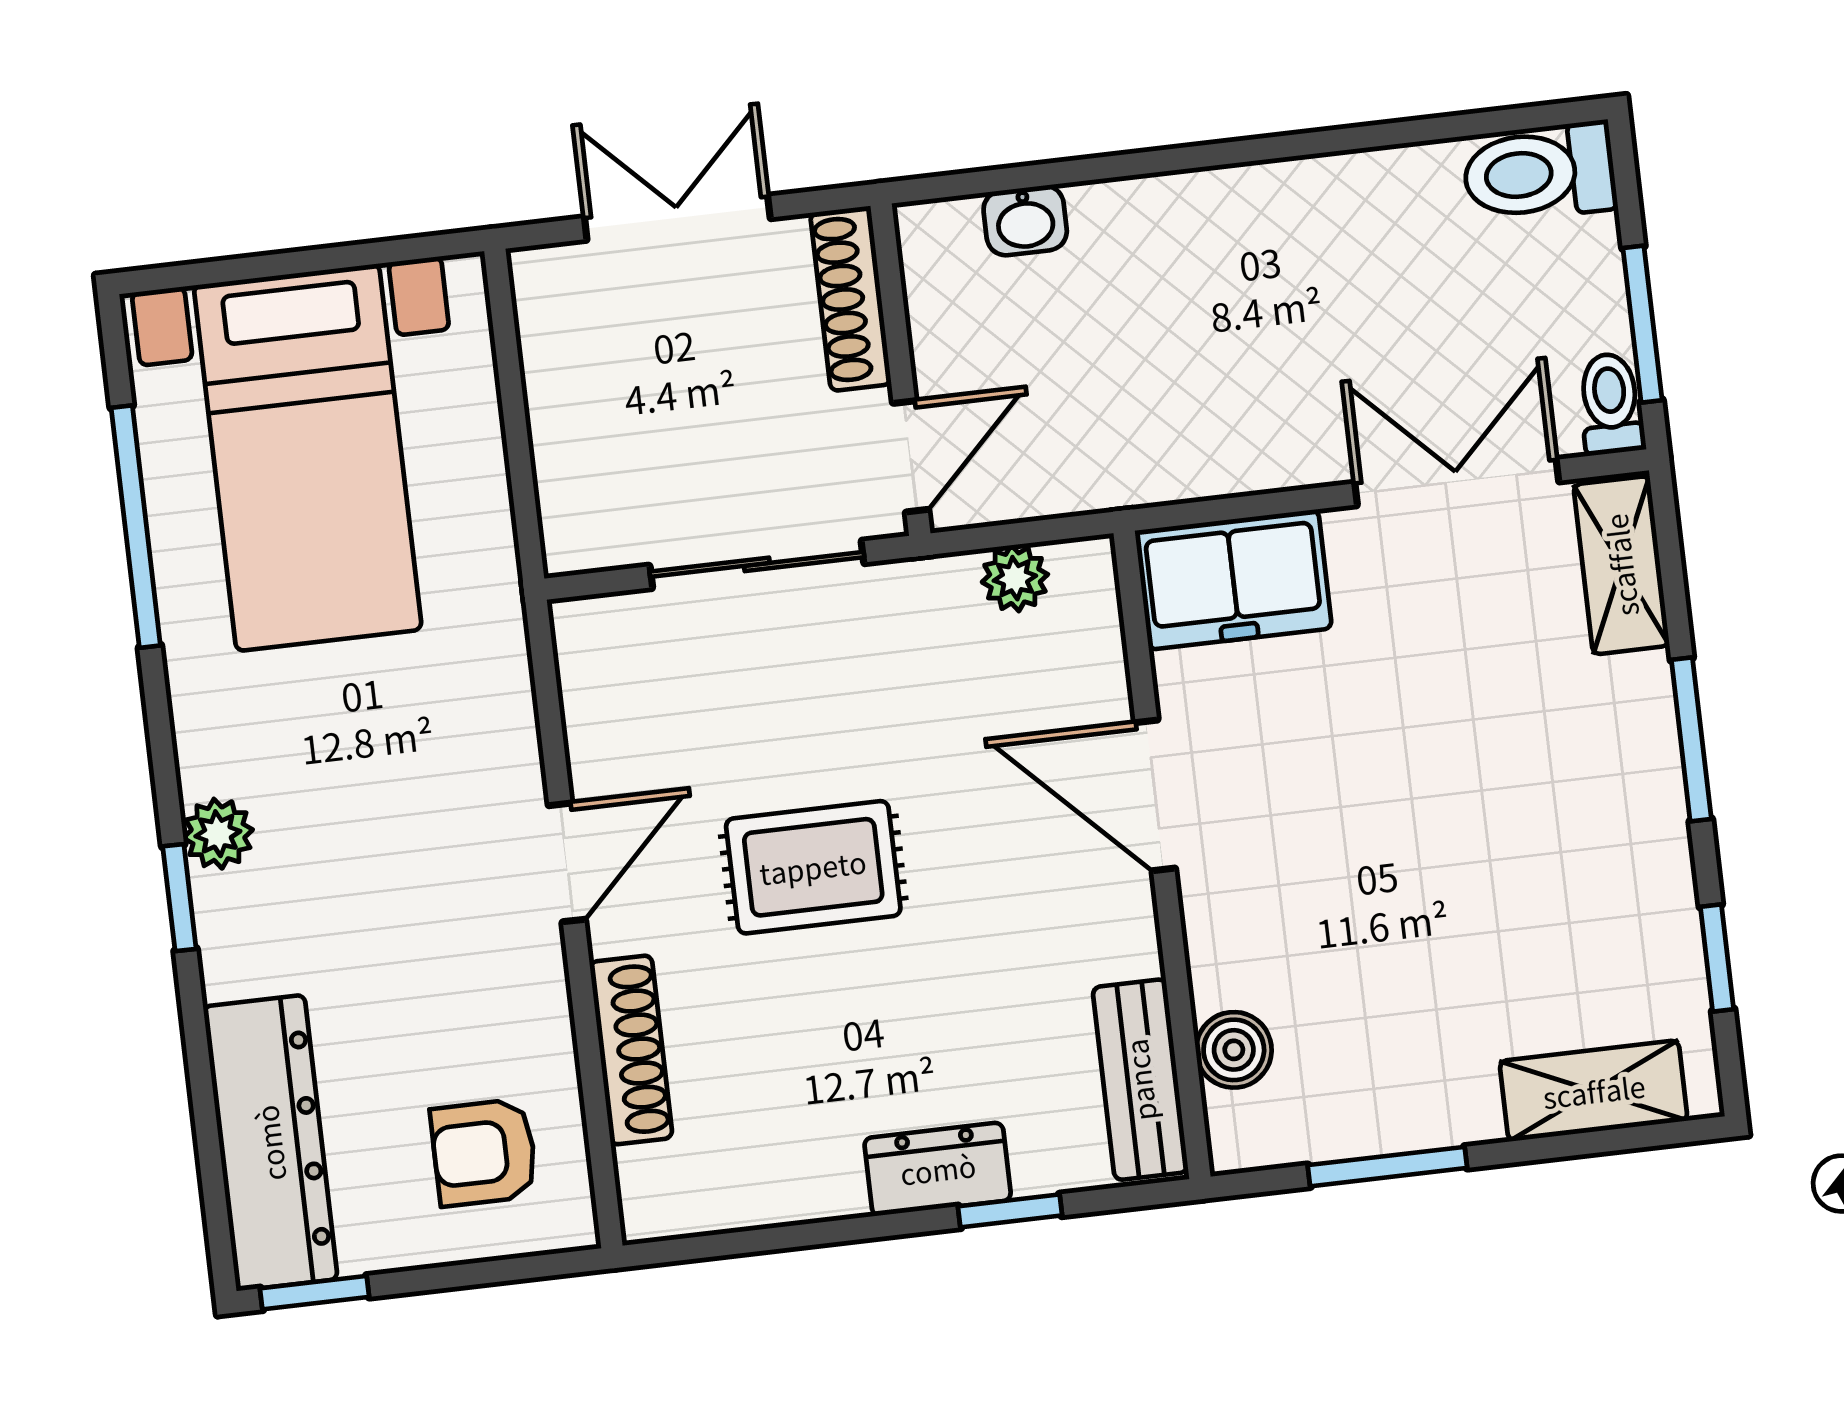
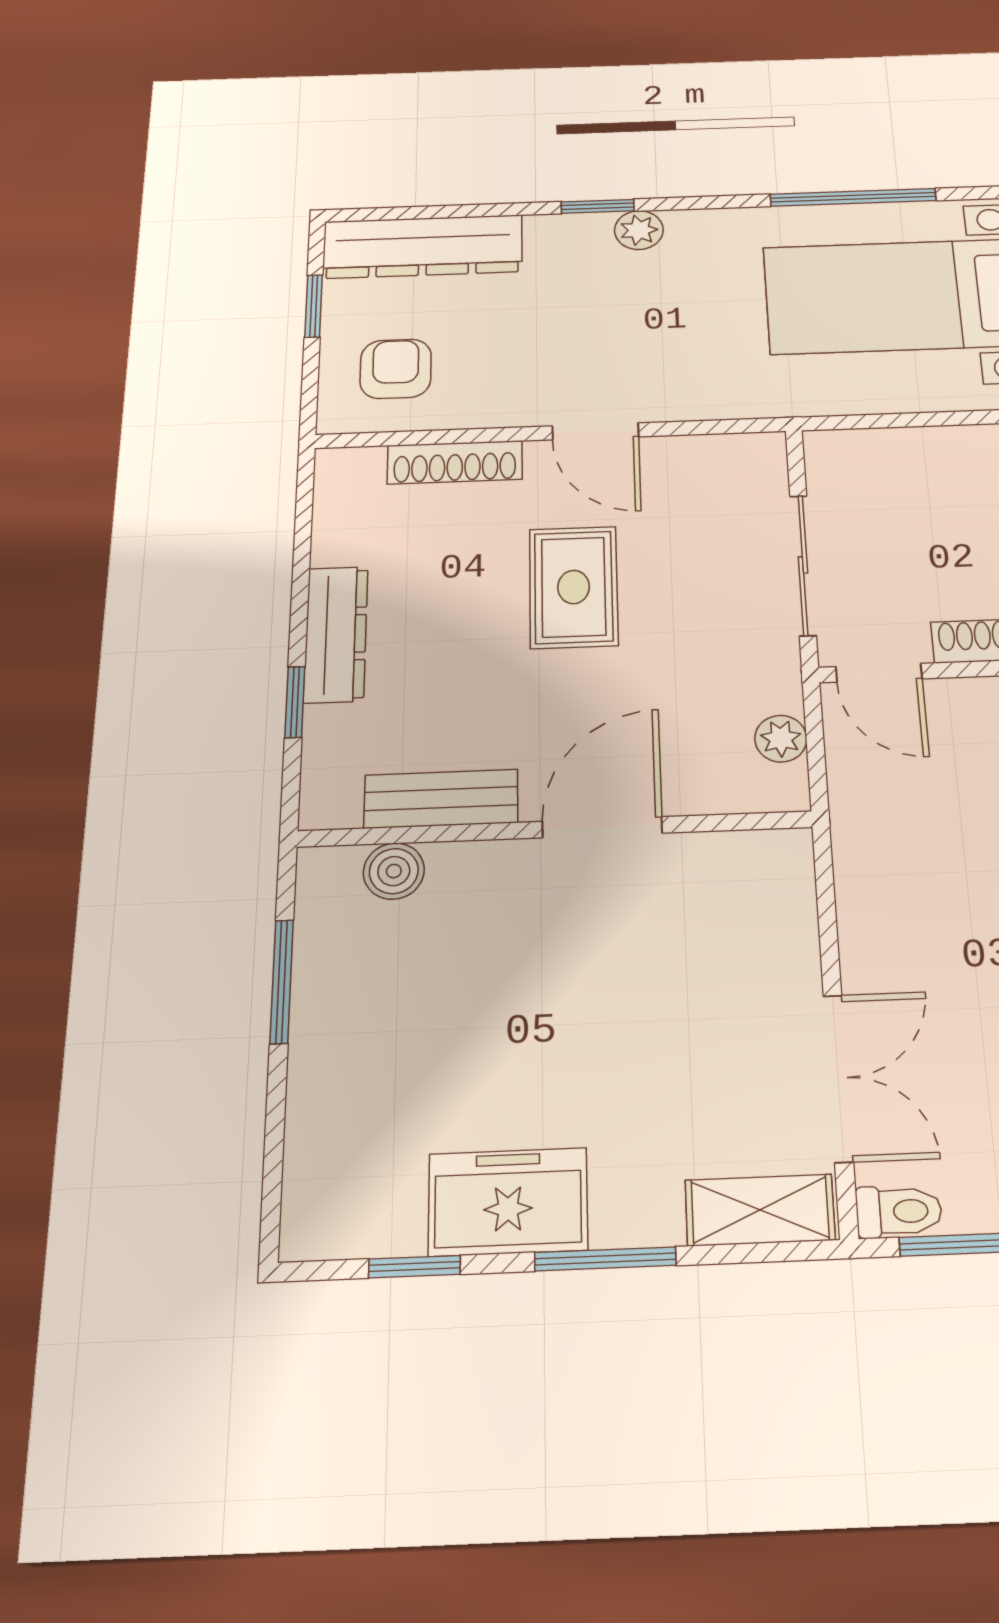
freezer: (1233, 580) -> (508, 1202), moved, turned 90
bench: (1140, 1080) -> (441, 799), moved
shelving: (1594, 1091) -> (317, 1152), removed
dresser: (938, 1169) -> (336, 634), width x1.44
window: (315, 1293) -> (314, 306), moved

